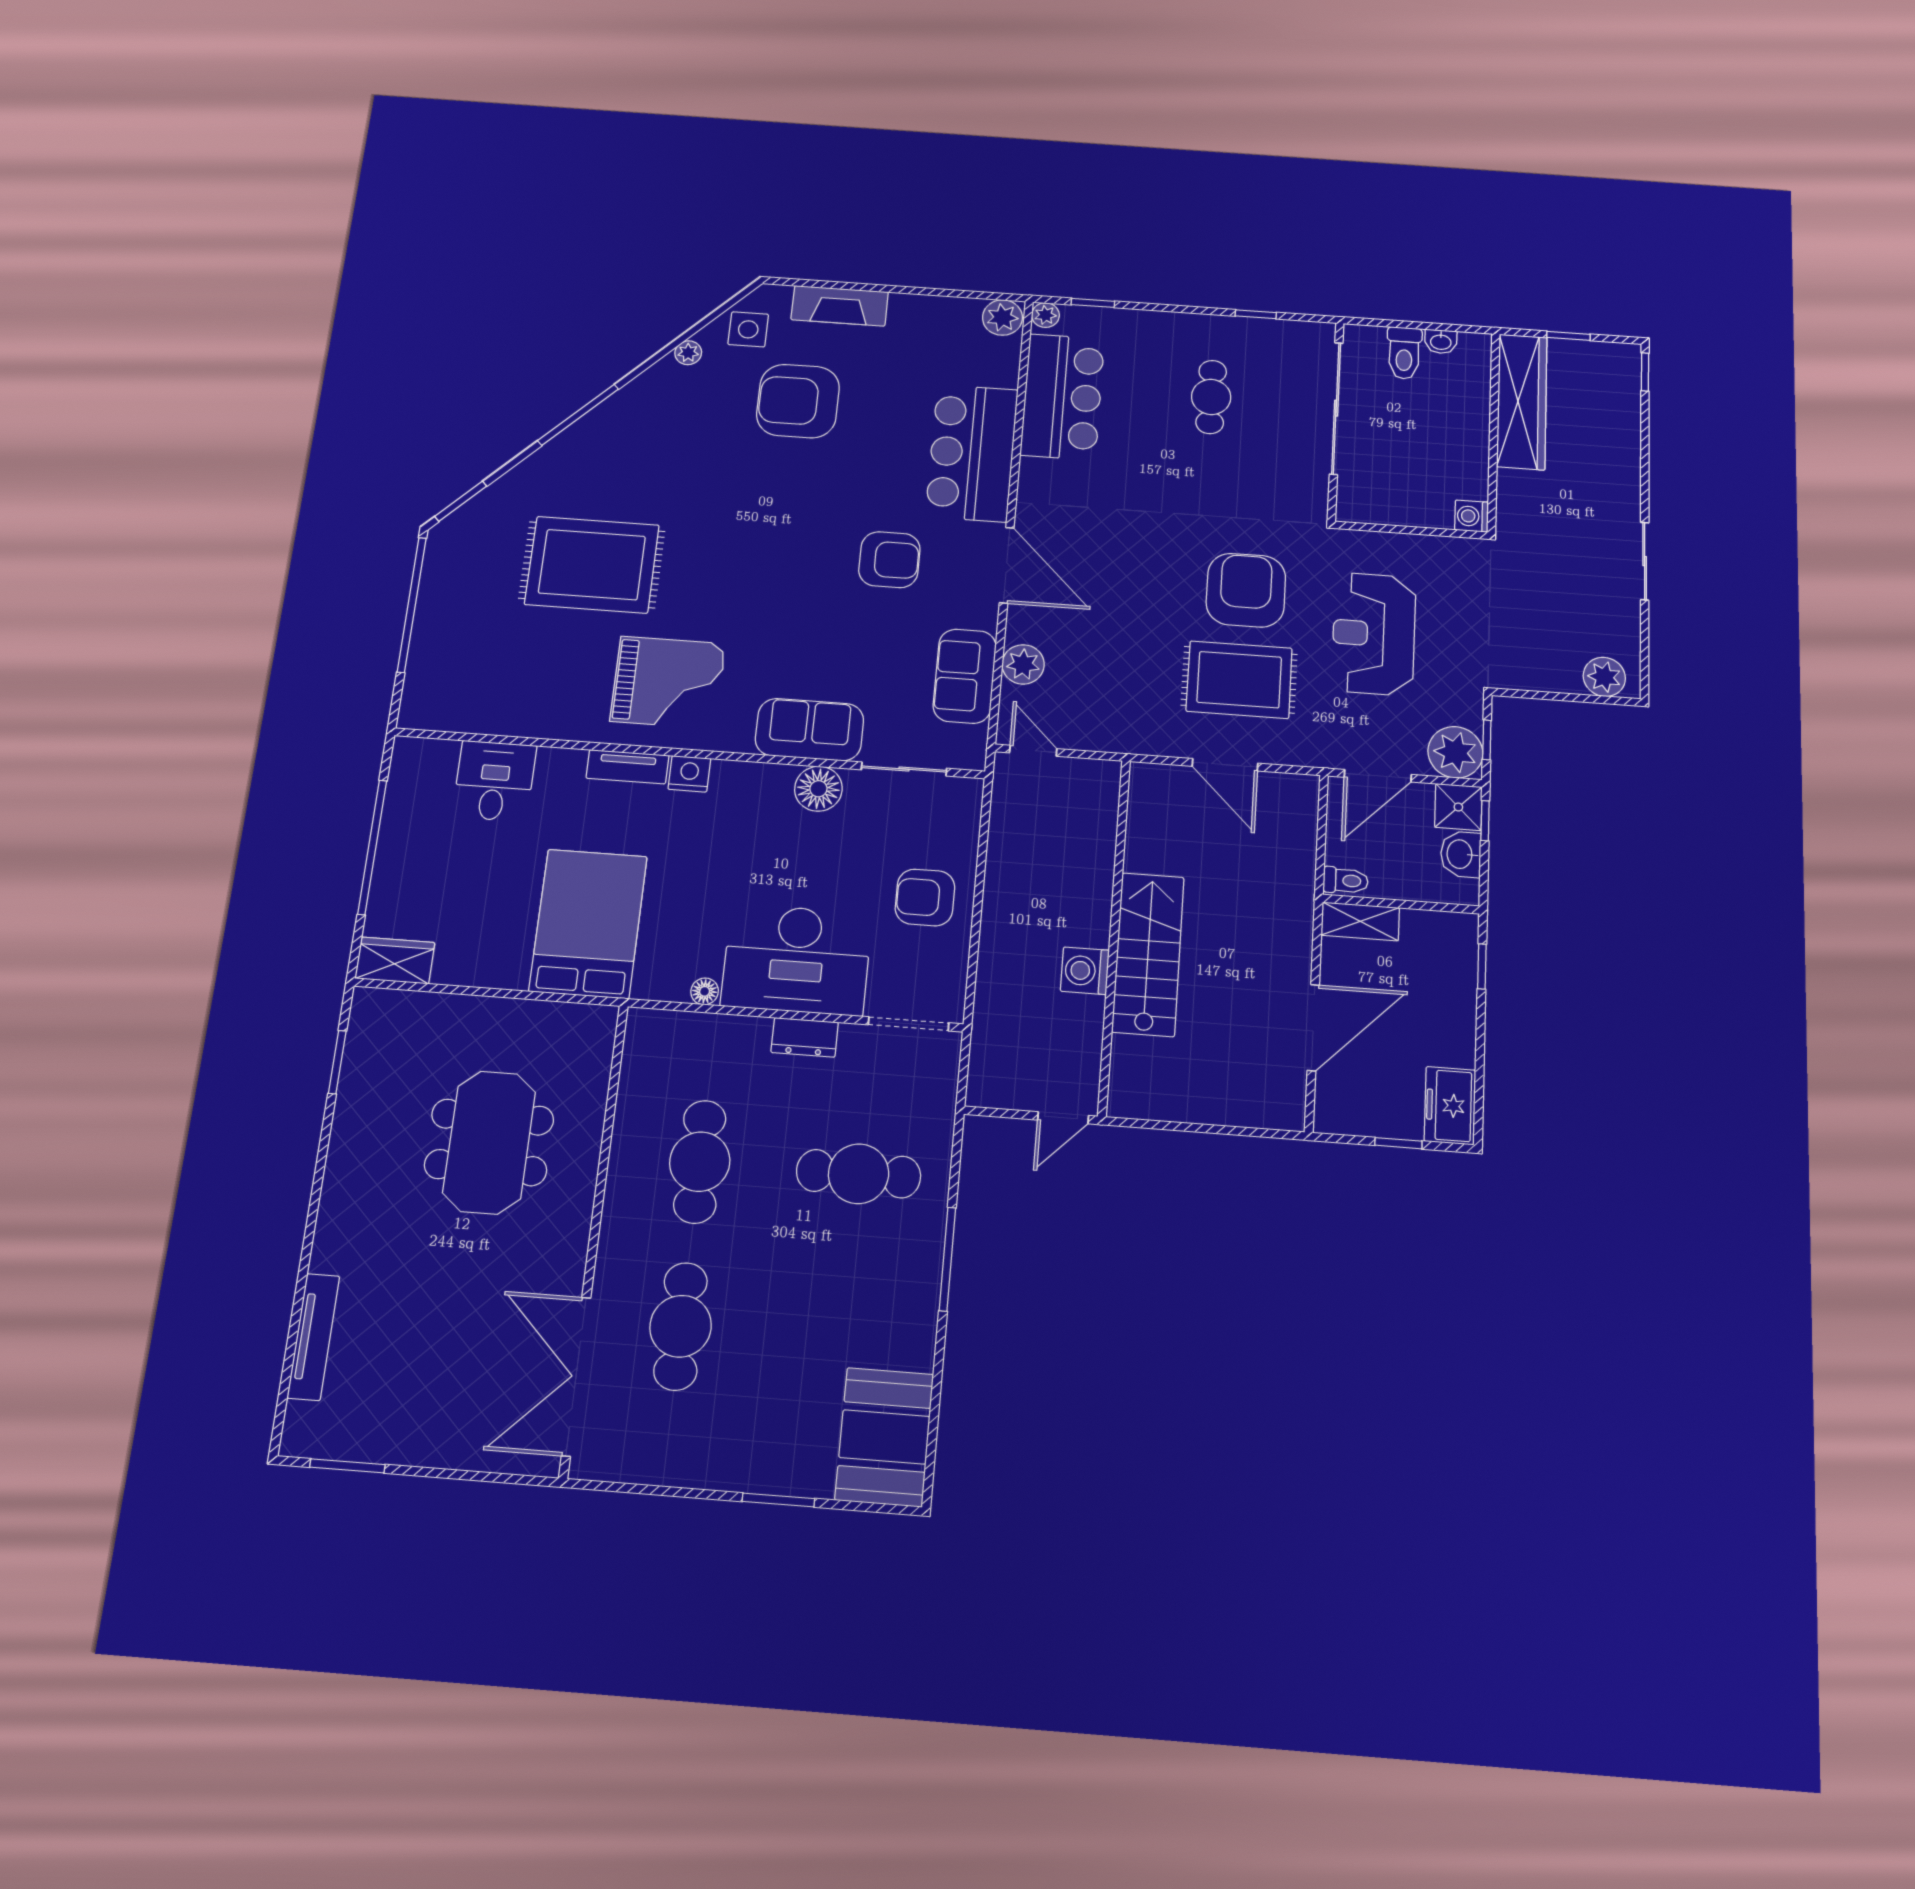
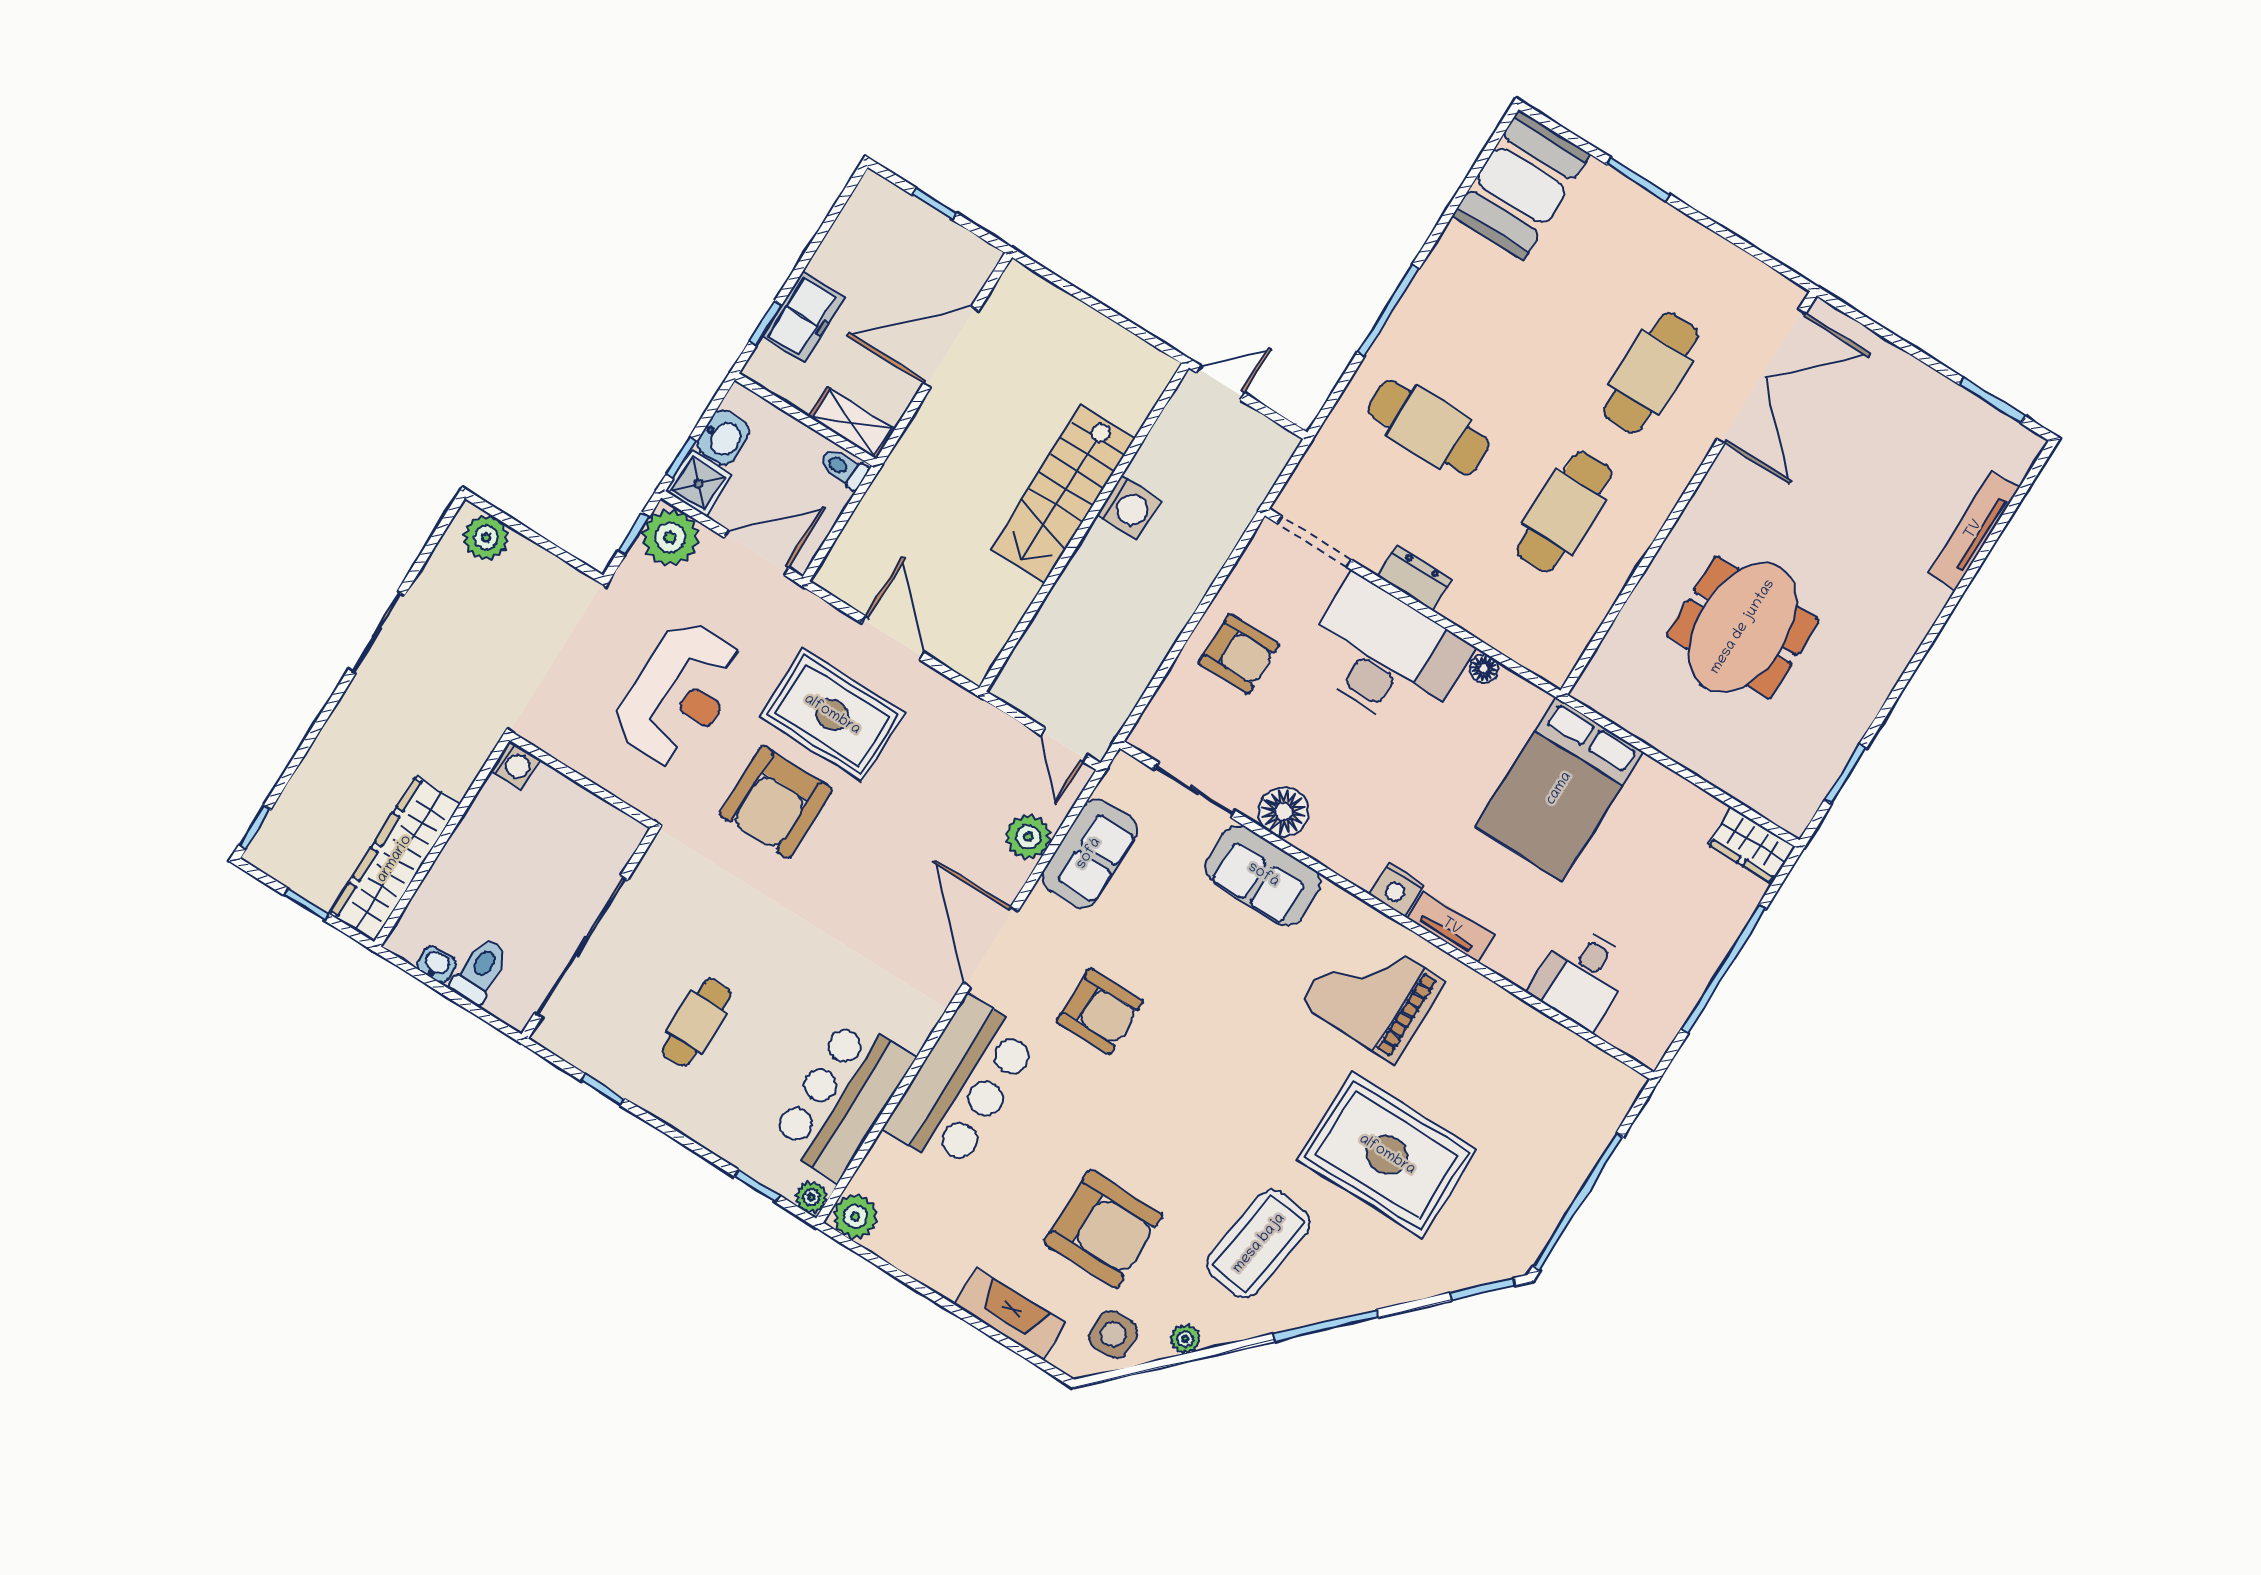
coffee table: (665, 449) -> (1259, 1244), added
armchair: (889, 560) -> (1100, 1012), turned 180
freezer: (1450, 1106) -> (803, 317), moved

